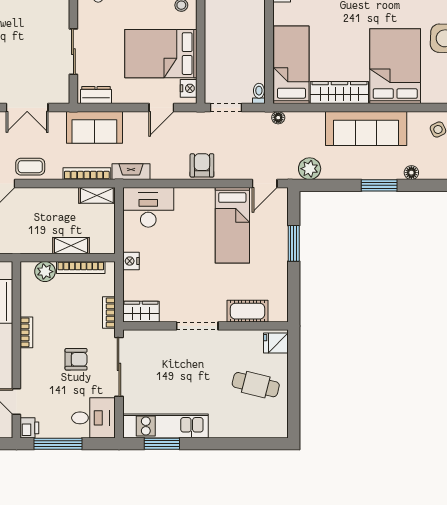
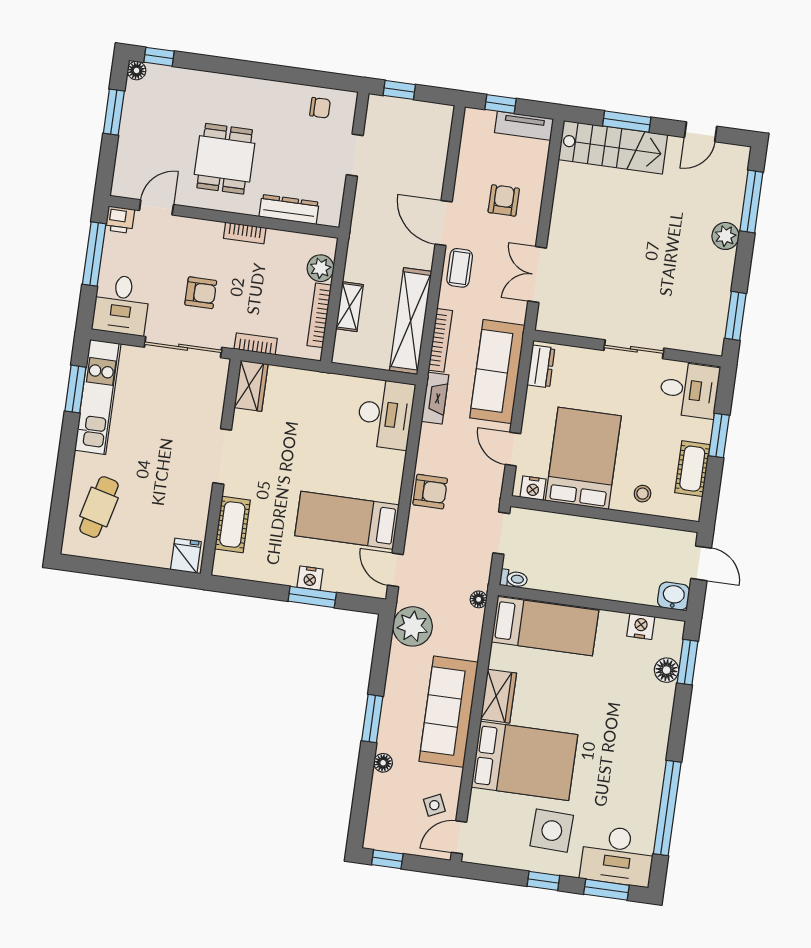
sliding door: (73, 52) -> (634, 349), moved
wardrobe: (339, 93) -> (499, 696), width x0.67
sofa: (94, 127) -> (497, 372), width x1.36
plant: (310, 169) -> (413, 626), width x1.36, depth x1.36
shelving: (97, 195) -> (411, 321), width x2.20, depth x1.33
nightstand: (131, 261) -> (310, 578), moved, turned 180
armchair: (76, 359) -> (201, 293), turned -90
cafe table: (256, 385) -> (99, 507), moved

